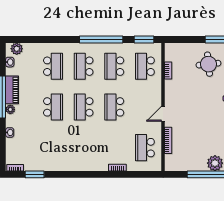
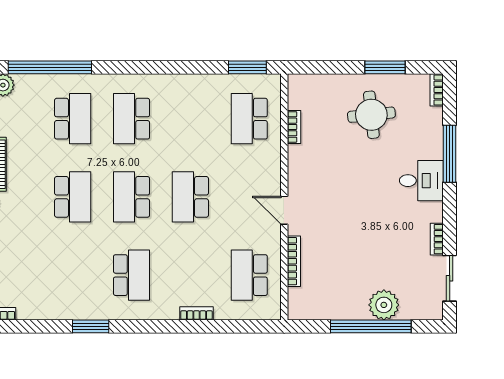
window: (101, 39) -> (50, 67), moved
school desk: (114, 66) -> (131, 275), moved, turned 180
door: (163, 114) -> (284, 210), hinge flipped
window: (35, 174) -> (91, 326), moved

